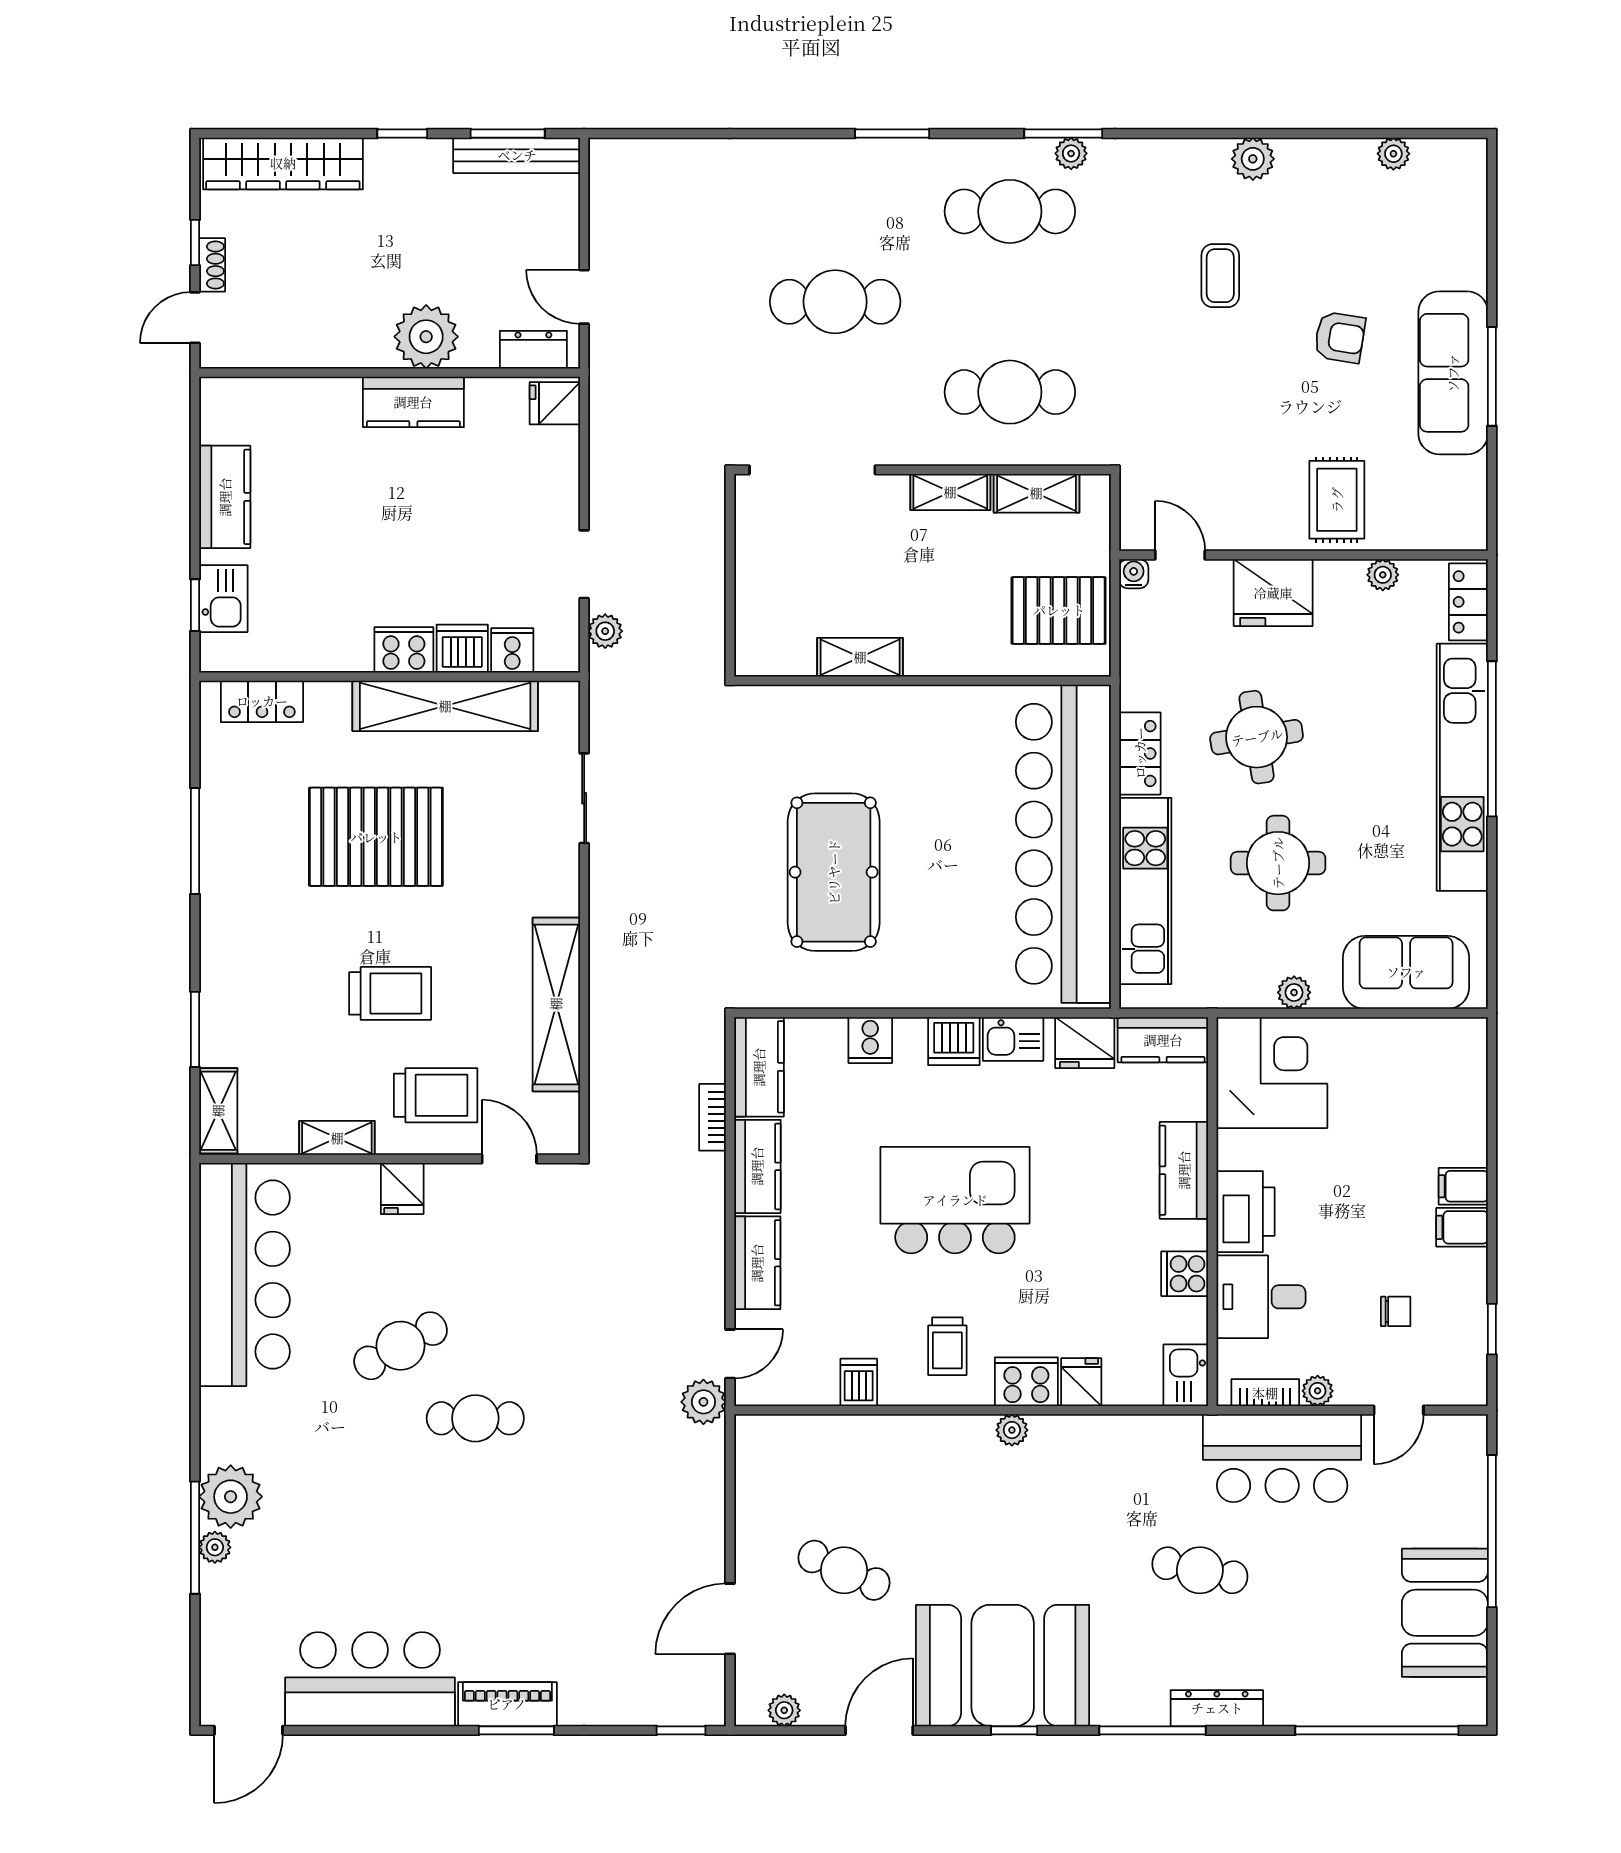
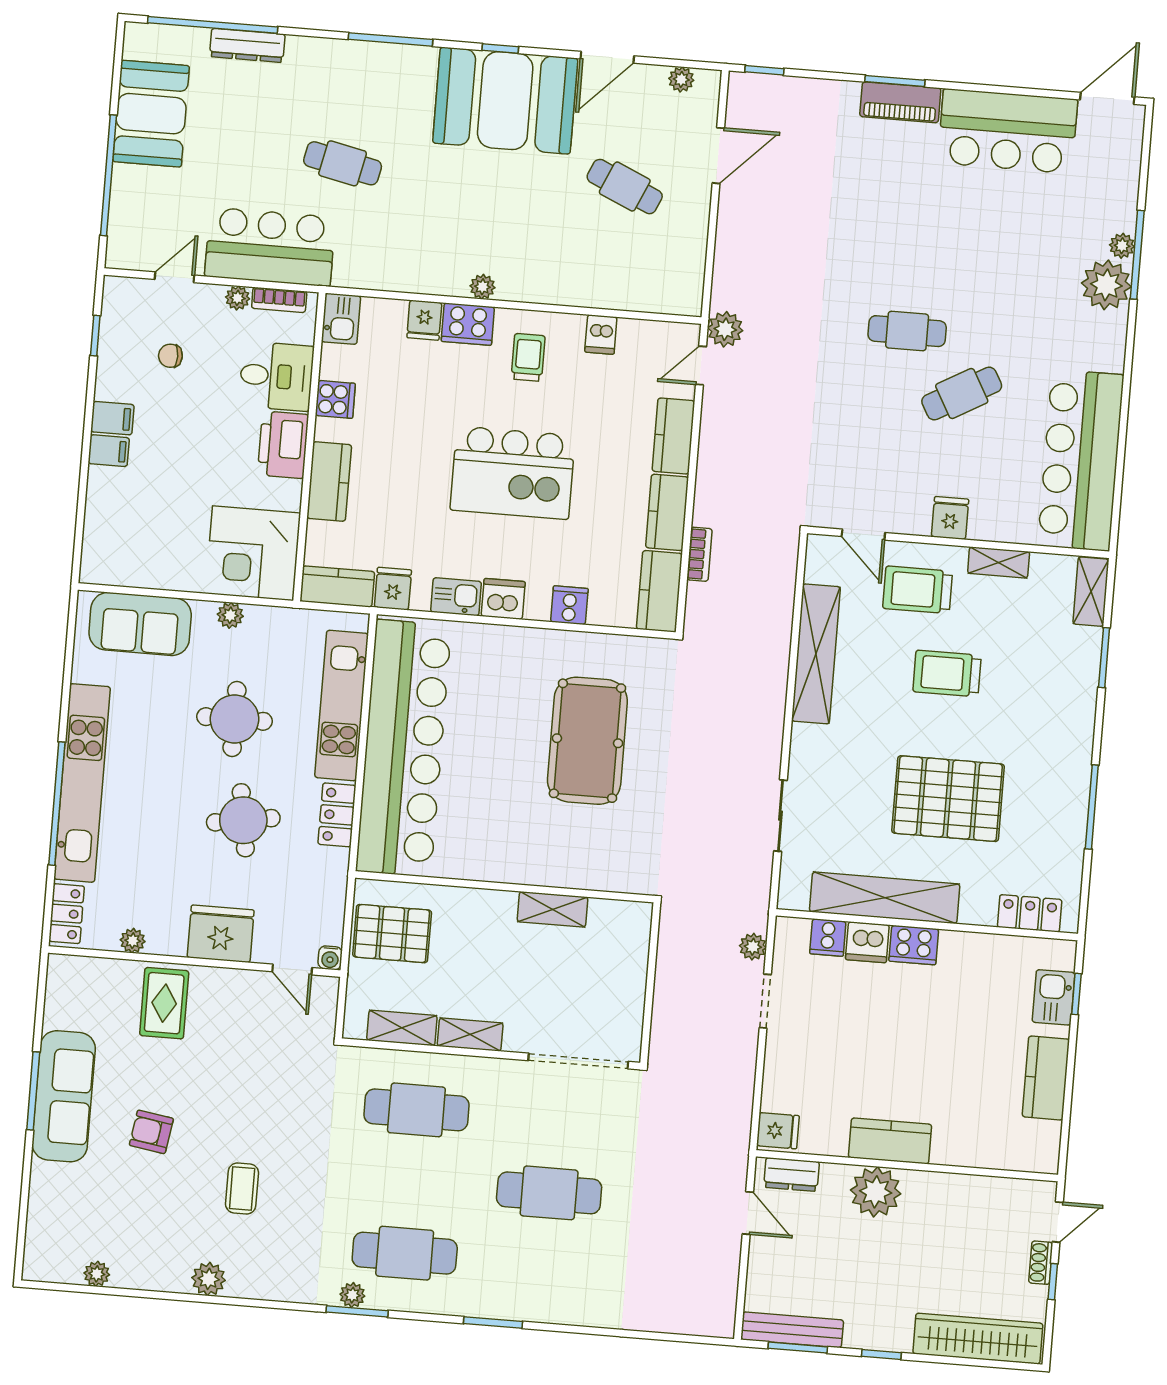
fridge: (1085, 1043) -> (393, 589), width x0.72
dresser: (1217, 1708) -> (247, 45), moved

